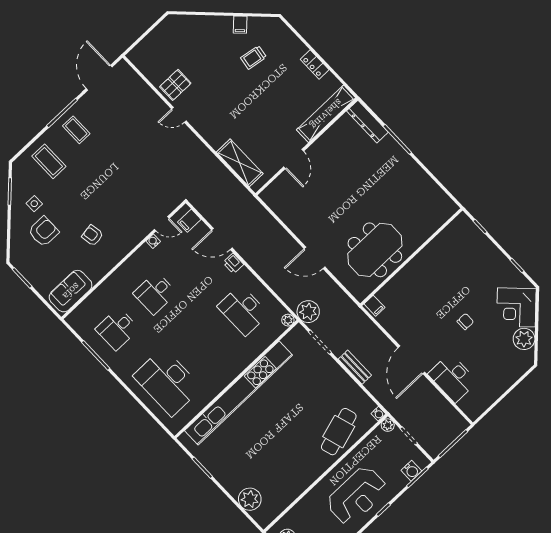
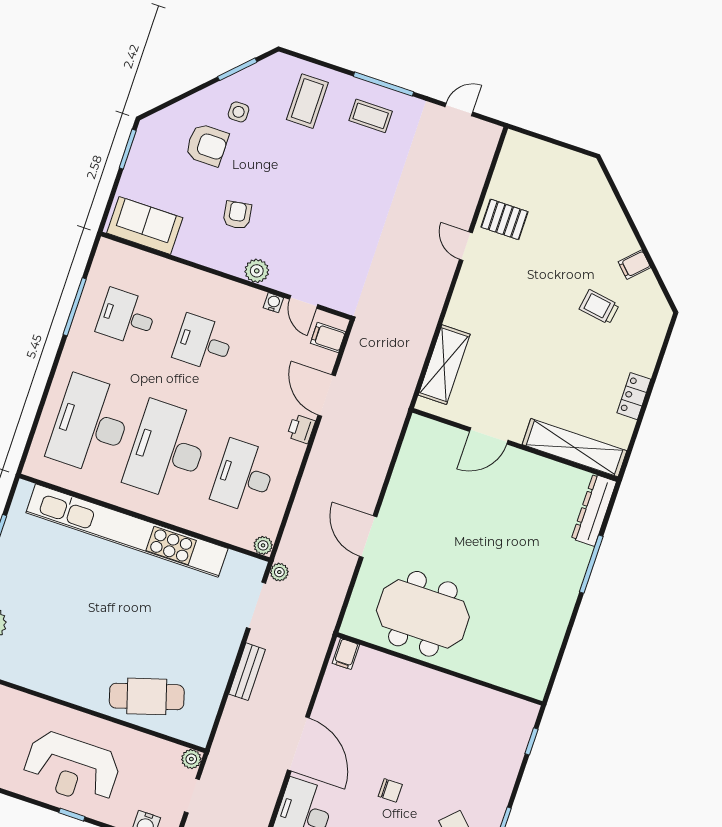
door: (99, 78) -> (459, 109), width x0.53
coffee table: (76, 130) -> (371, 116), turned 90
plant: (130, 241) -> (257, 271), added
plant: (308, 312) -> (279, 572), width x0.53, depth x0.53
desk: (205, 346) -> (167, 451), added
door: (411, 360) -> (298, 744), swing flipped
water cooler: (378, 414) -> (200, 738), removed

